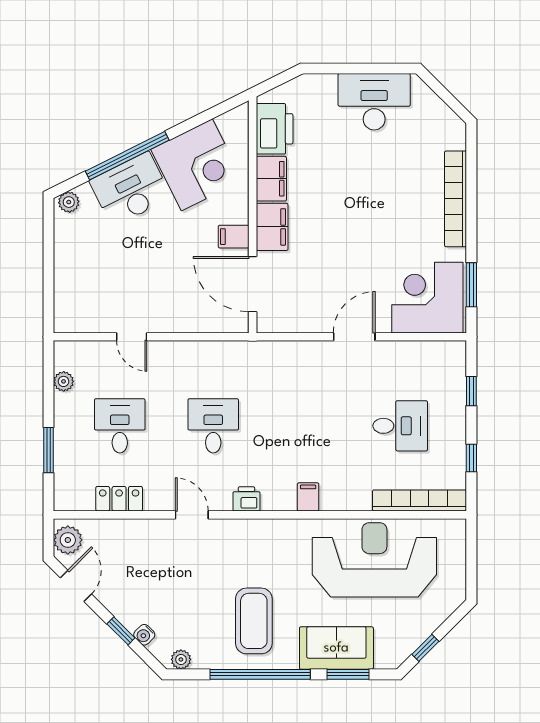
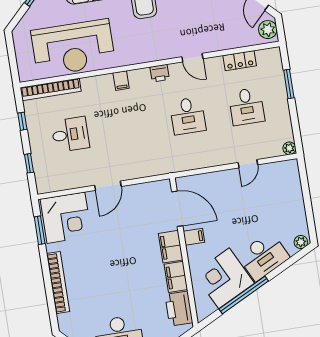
window: (127, 156) -> (244, 295), moved
door: (132, 337) -> (248, 164), swing flipped
plant: (64, 381) -> (289, 148), moved
desk: (400, 426) -> (70, 134), turned 180

